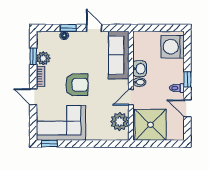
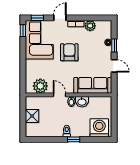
door: (94, 28) -> (114, 66), hinge flipped
window: (33, 56) -> (37, 18), moved
armchair: (77, 85) -> (69, 52), turned 180
door: (187, 108) -> (51, 139), removed
shower: (150, 125) -> (32, 116), width x0.54, depth x0.54

